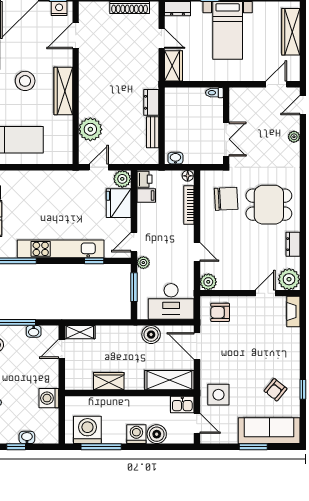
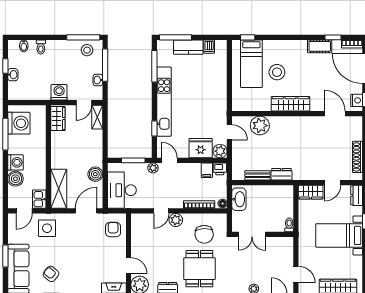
stool: (25, 81) -> (277, 72), moved
washbasin: (175, 158) -> (239, 199), width x1.91, depth x1.45
plant: (208, 282) -> (176, 220), moved
door: (62, 349) -> (84, 103), swing flipped
wardrobe: (109, 381) -> (58, 119), moved
washing machine: (49, 398) -> (59, 92), moved

